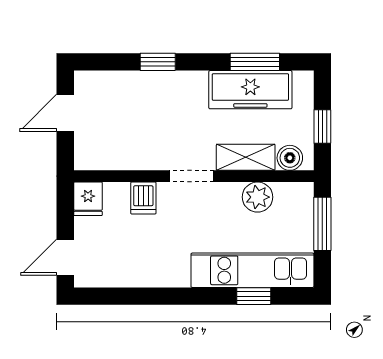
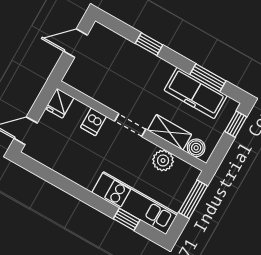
window: (322, 126) -> (236, 124), moved

